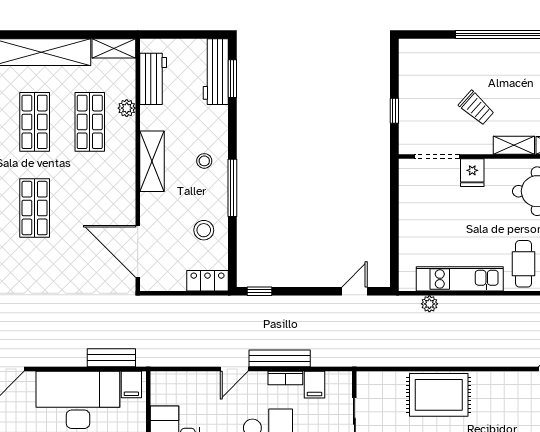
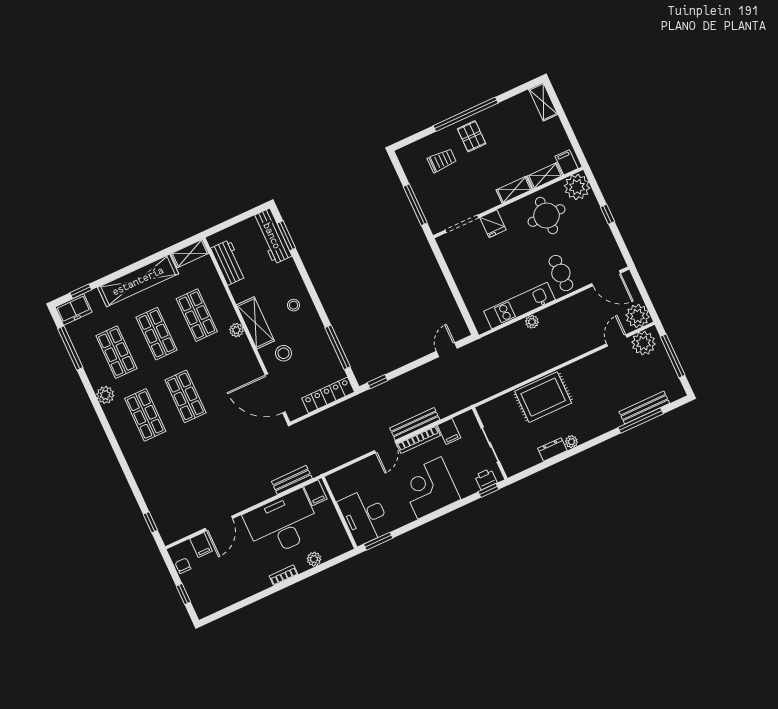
pallet: (494, 62) -> (472, 136), added
plant: (127, 108) -> (236, 330), moved
trolley: (476, 108) -> (442, 161), moved, turned -42
window: (394, 111) -> (415, 205), width x2.17
window: (232, 188) -> (338, 347), moved
stool: (204, 230) -> (284, 353), moved
locker: (208, 281) -> (328, 395), width x1.53
plant: (429, 304) -> (532, 322), moved
bookcase: (285, 378) -> (418, 440), width x1.56

